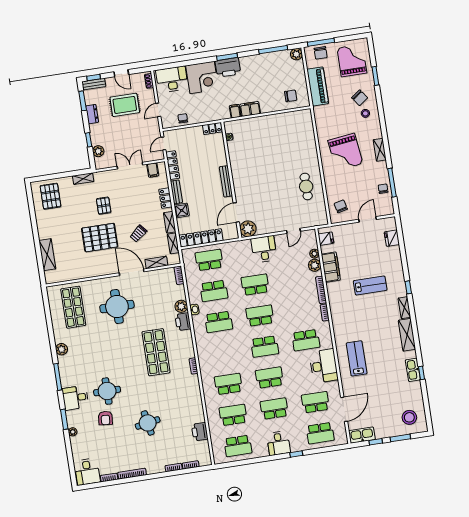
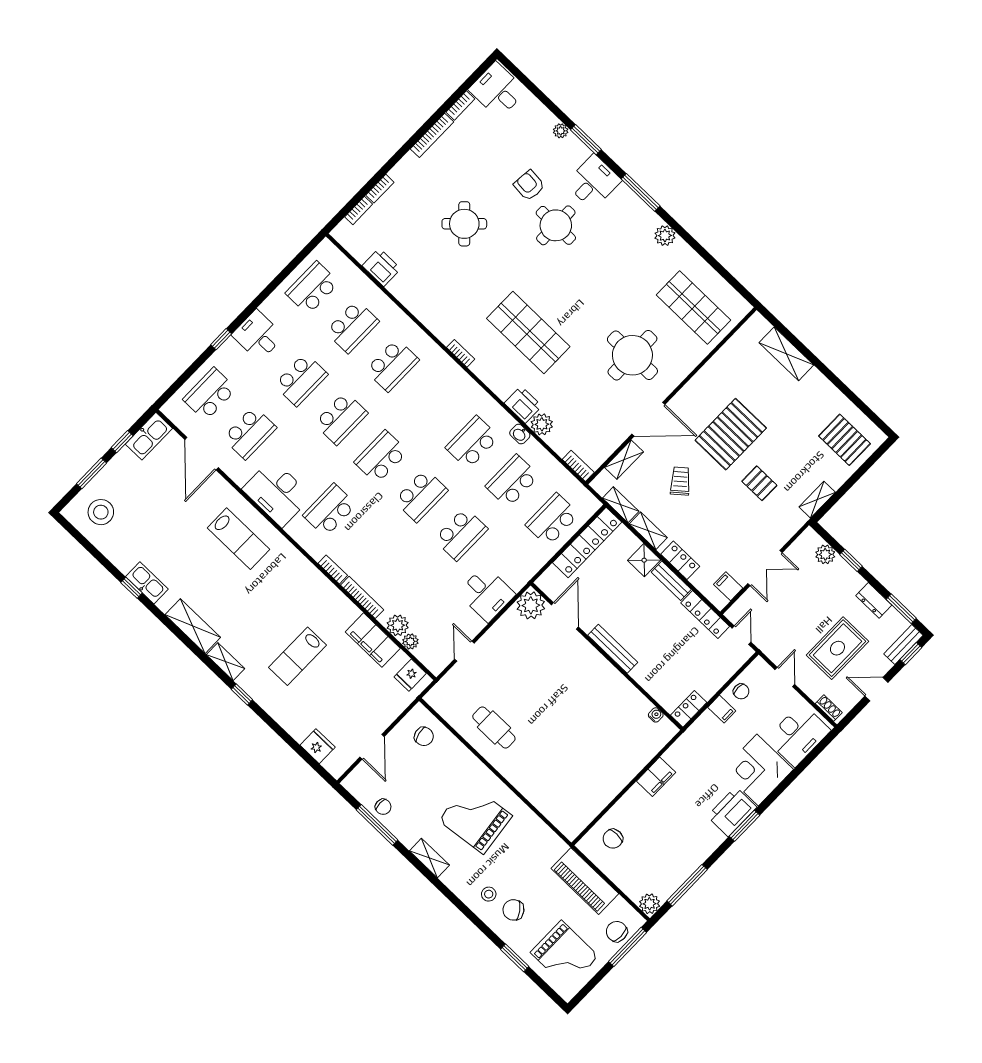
filing cabinet: (235, 111) -> (722, 709), moved
school desk: (209, 260) -> (552, 520), turned 180
round table: (148, 423) -> (464, 224), turned -34

